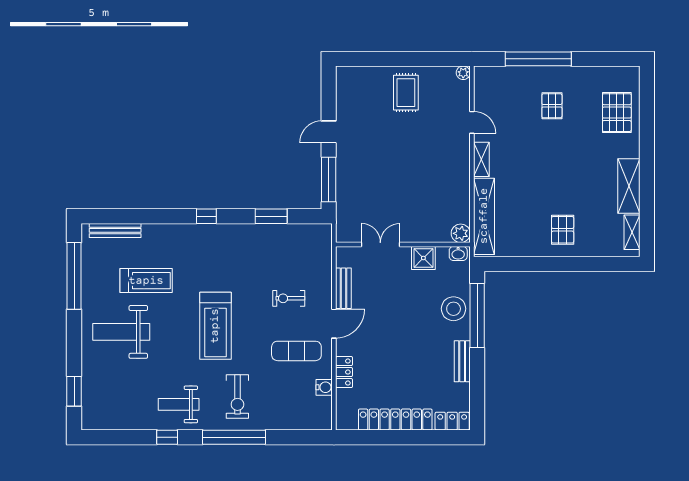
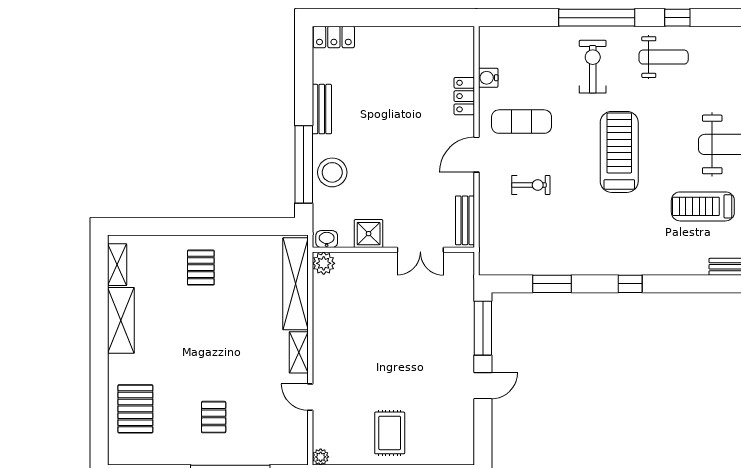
bench: (343, 288) -> (465, 220), moved
locker: (395, 420) -> (402, 39), removed

